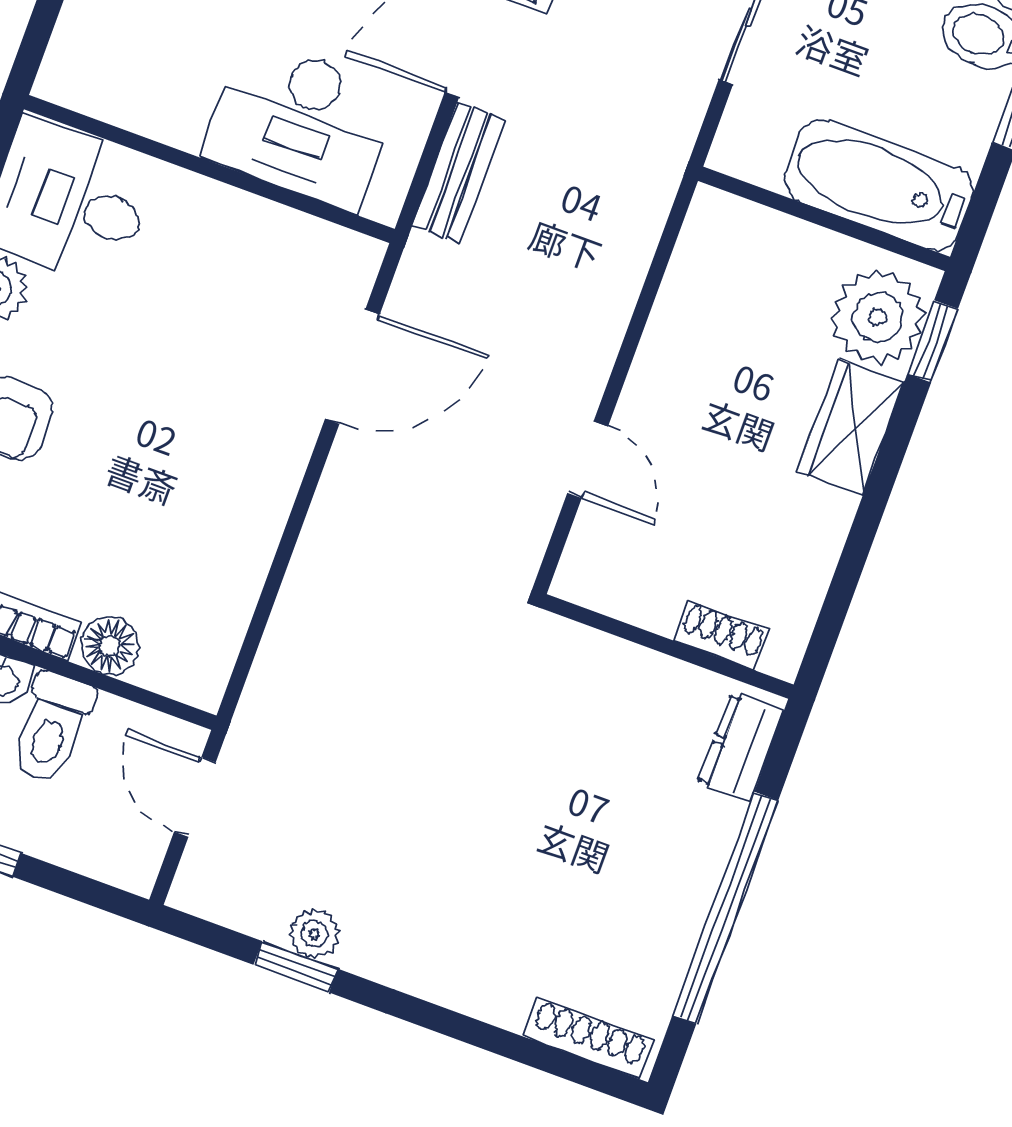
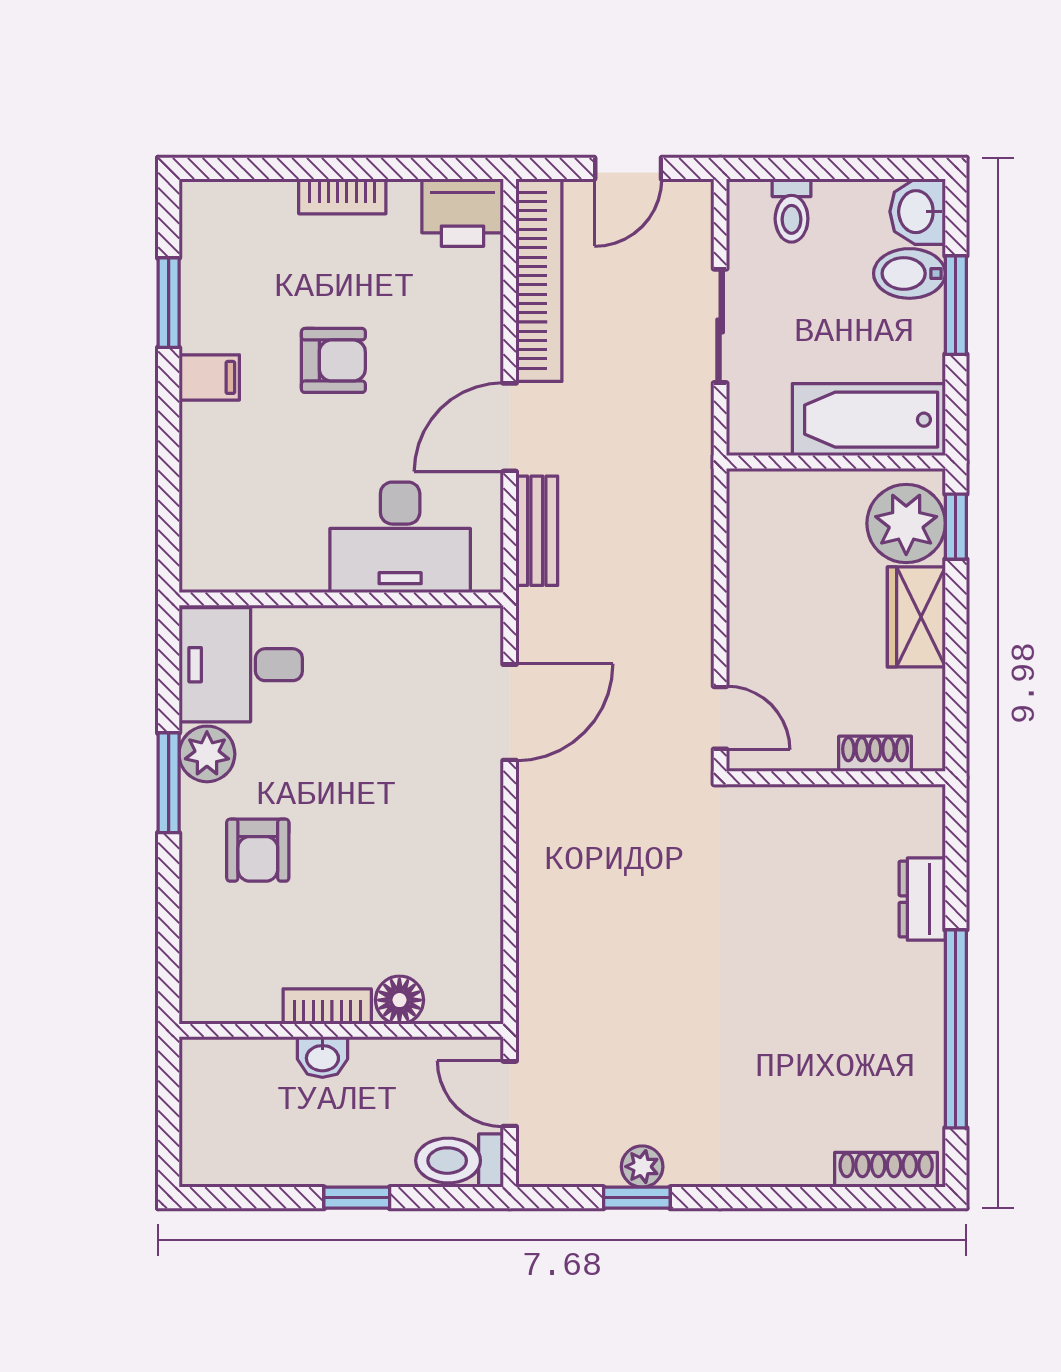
shoe rack: (722, 636) -> (875, 754), moved
wall: (667, 646) -> (836, 778), moved
toilet: (52, 728) -> (459, 1161), moved, turned 90

